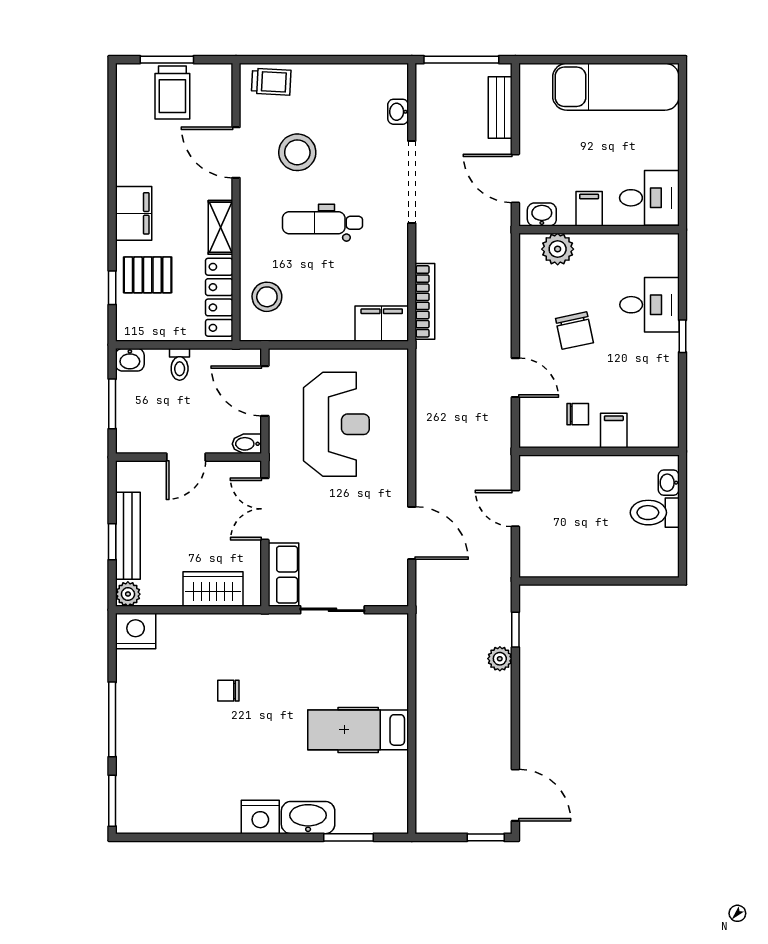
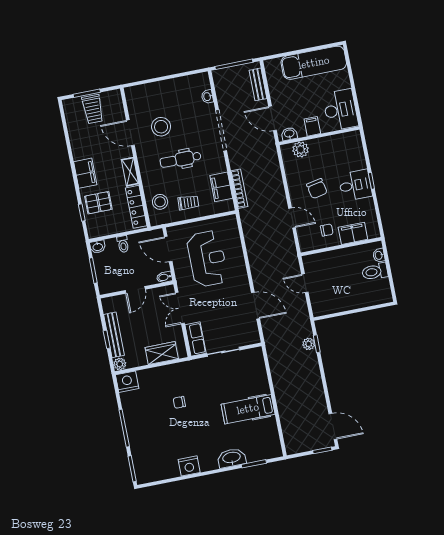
trolley: (271, 82) -> (188, 203), moved
desk: (649, 198) -> (340, 110), width x1.37
desk: (649, 305) -> (355, 185), moved
filing cabinet: (382, 324) -> (221, 187), moved, turned -90
filing cabinet: (614, 430) -> (353, 233), width x2.00
plant: (500, 659) -> (309, 344), moved
nightstand: (260, 817) -> (189, 466), moved

